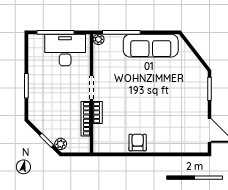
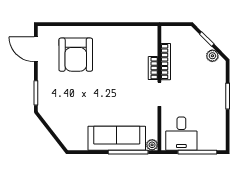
sofa: (151, 46) -> (117, 138), moved
desk: (65, 50) -> (181, 134), width x0.73
armchair: (138, 143) -> (76, 55), moved, width x1.88, depth x1.88
plant: (61, 144) -> (212, 56), moved

